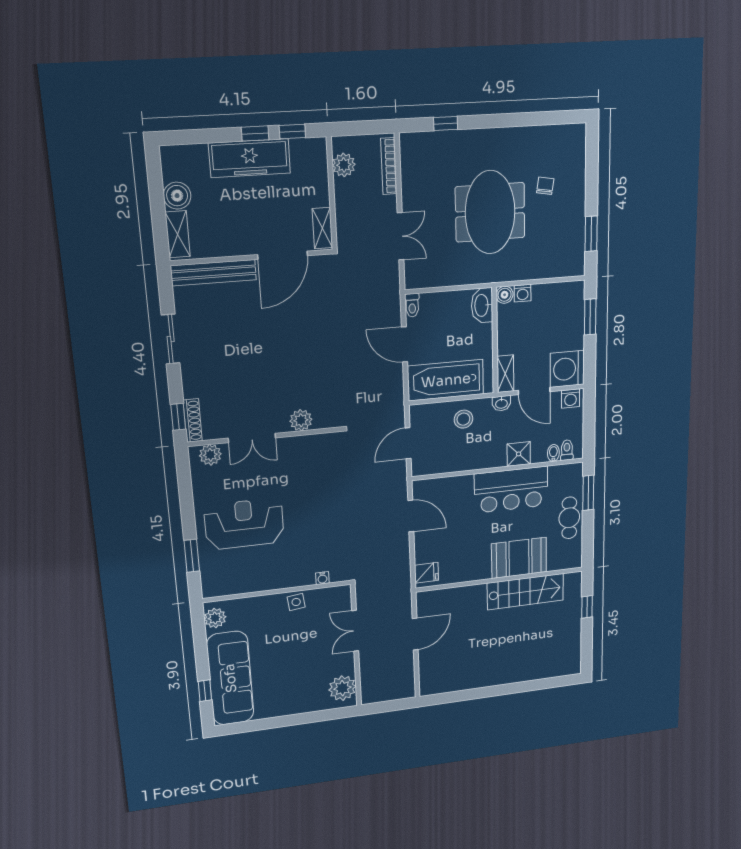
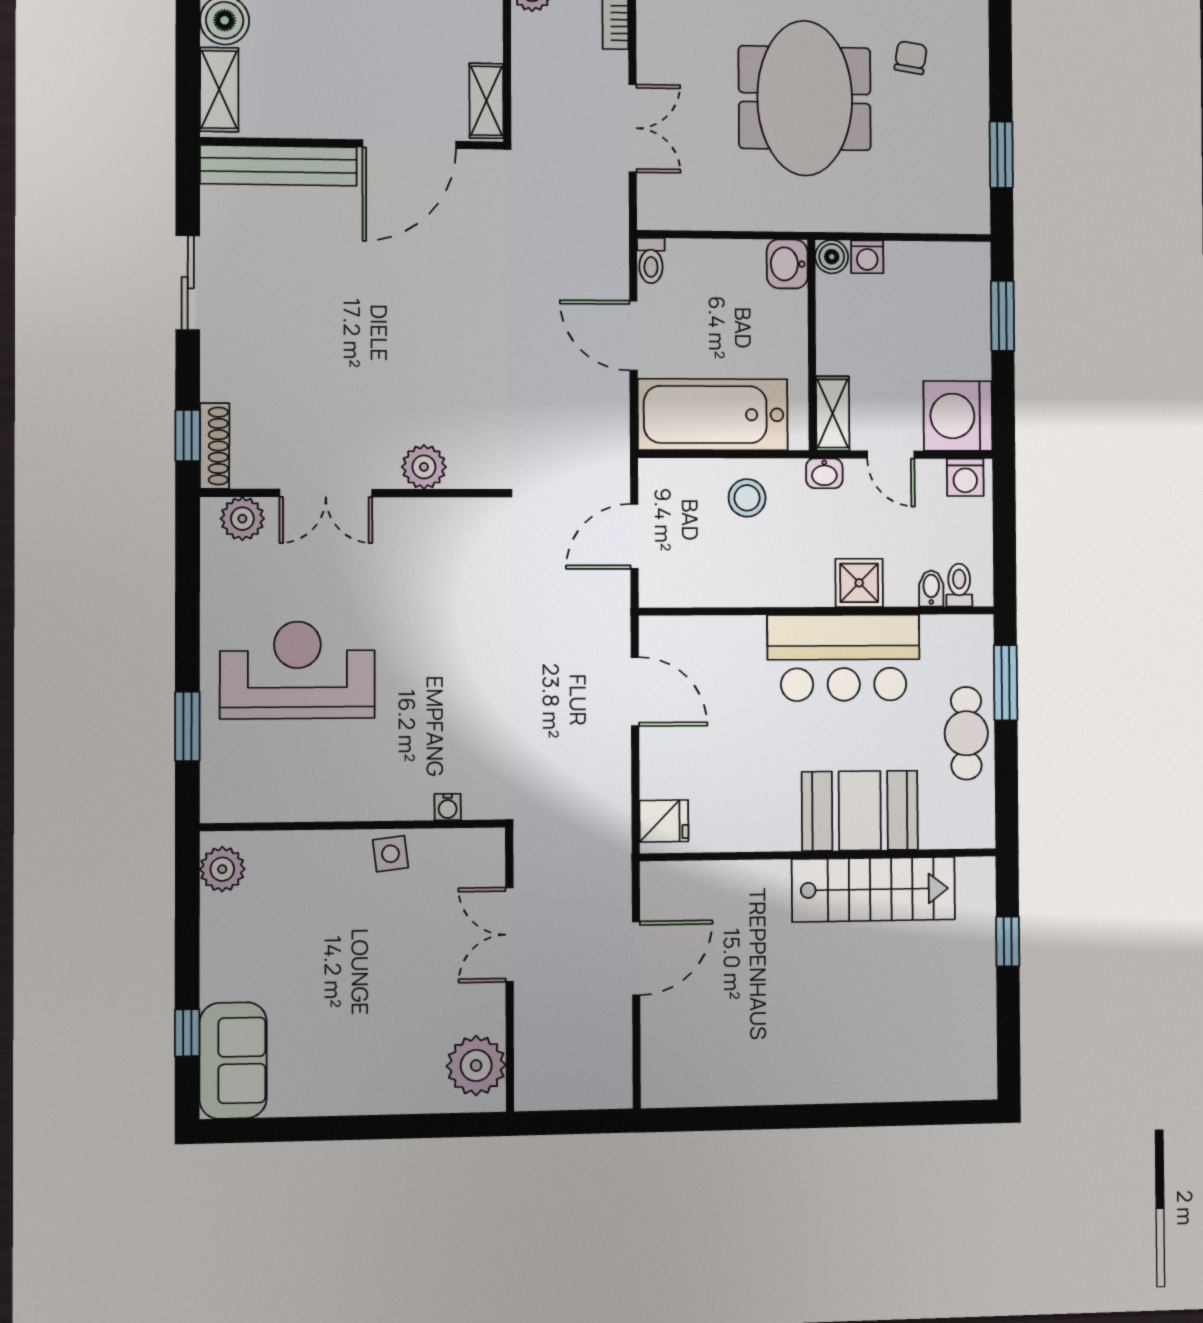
washbasin: (482, 305) -> (787, 264), width x0.72
door: (534, 391) -> (891, 455), width x0.73
sofa: (230, 678) -> (233, 1060), width x0.54, depth x0.79

